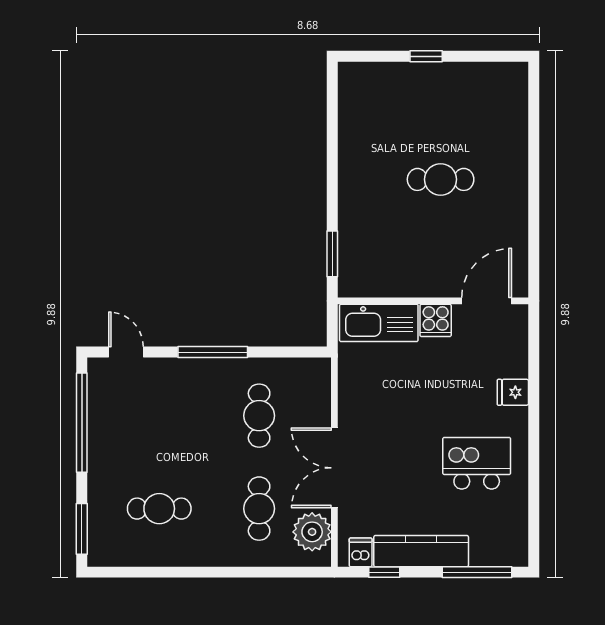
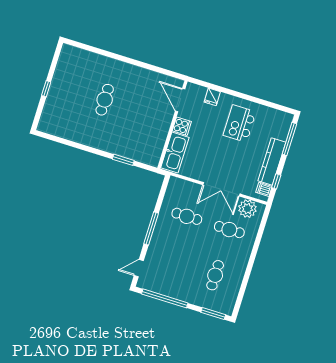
wall: (433, 301) -> (172, 125), moved
door: (487, 301) -> (180, 100), moved
cooker: (436, 320) -> (182, 126), moved
kitchen sink: (379, 323) -> (175, 153), moved

